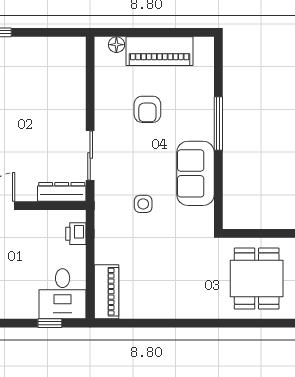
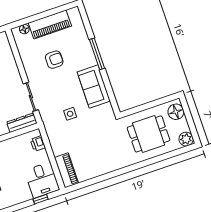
armchair: (147, 109) -> (54, 60), turned -90
dining table: (257, 279) -> (149, 134), turned 90

